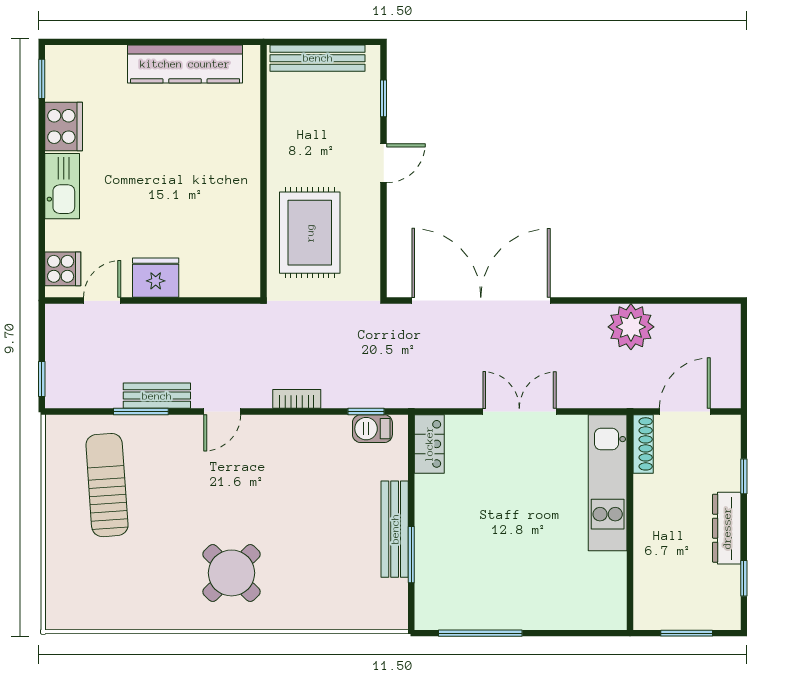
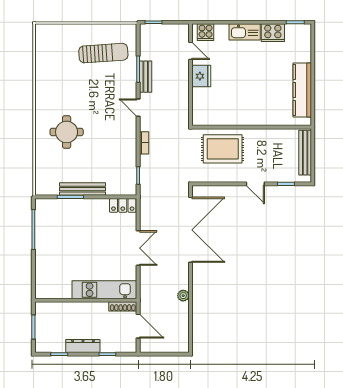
plant: (631, 327) -> (183, 296), width x0.53, depth x0.53
barbecue: (372, 429) -> (130, 179), removed
round table: (232, 573) -> (67, 132), moved, turned 45

